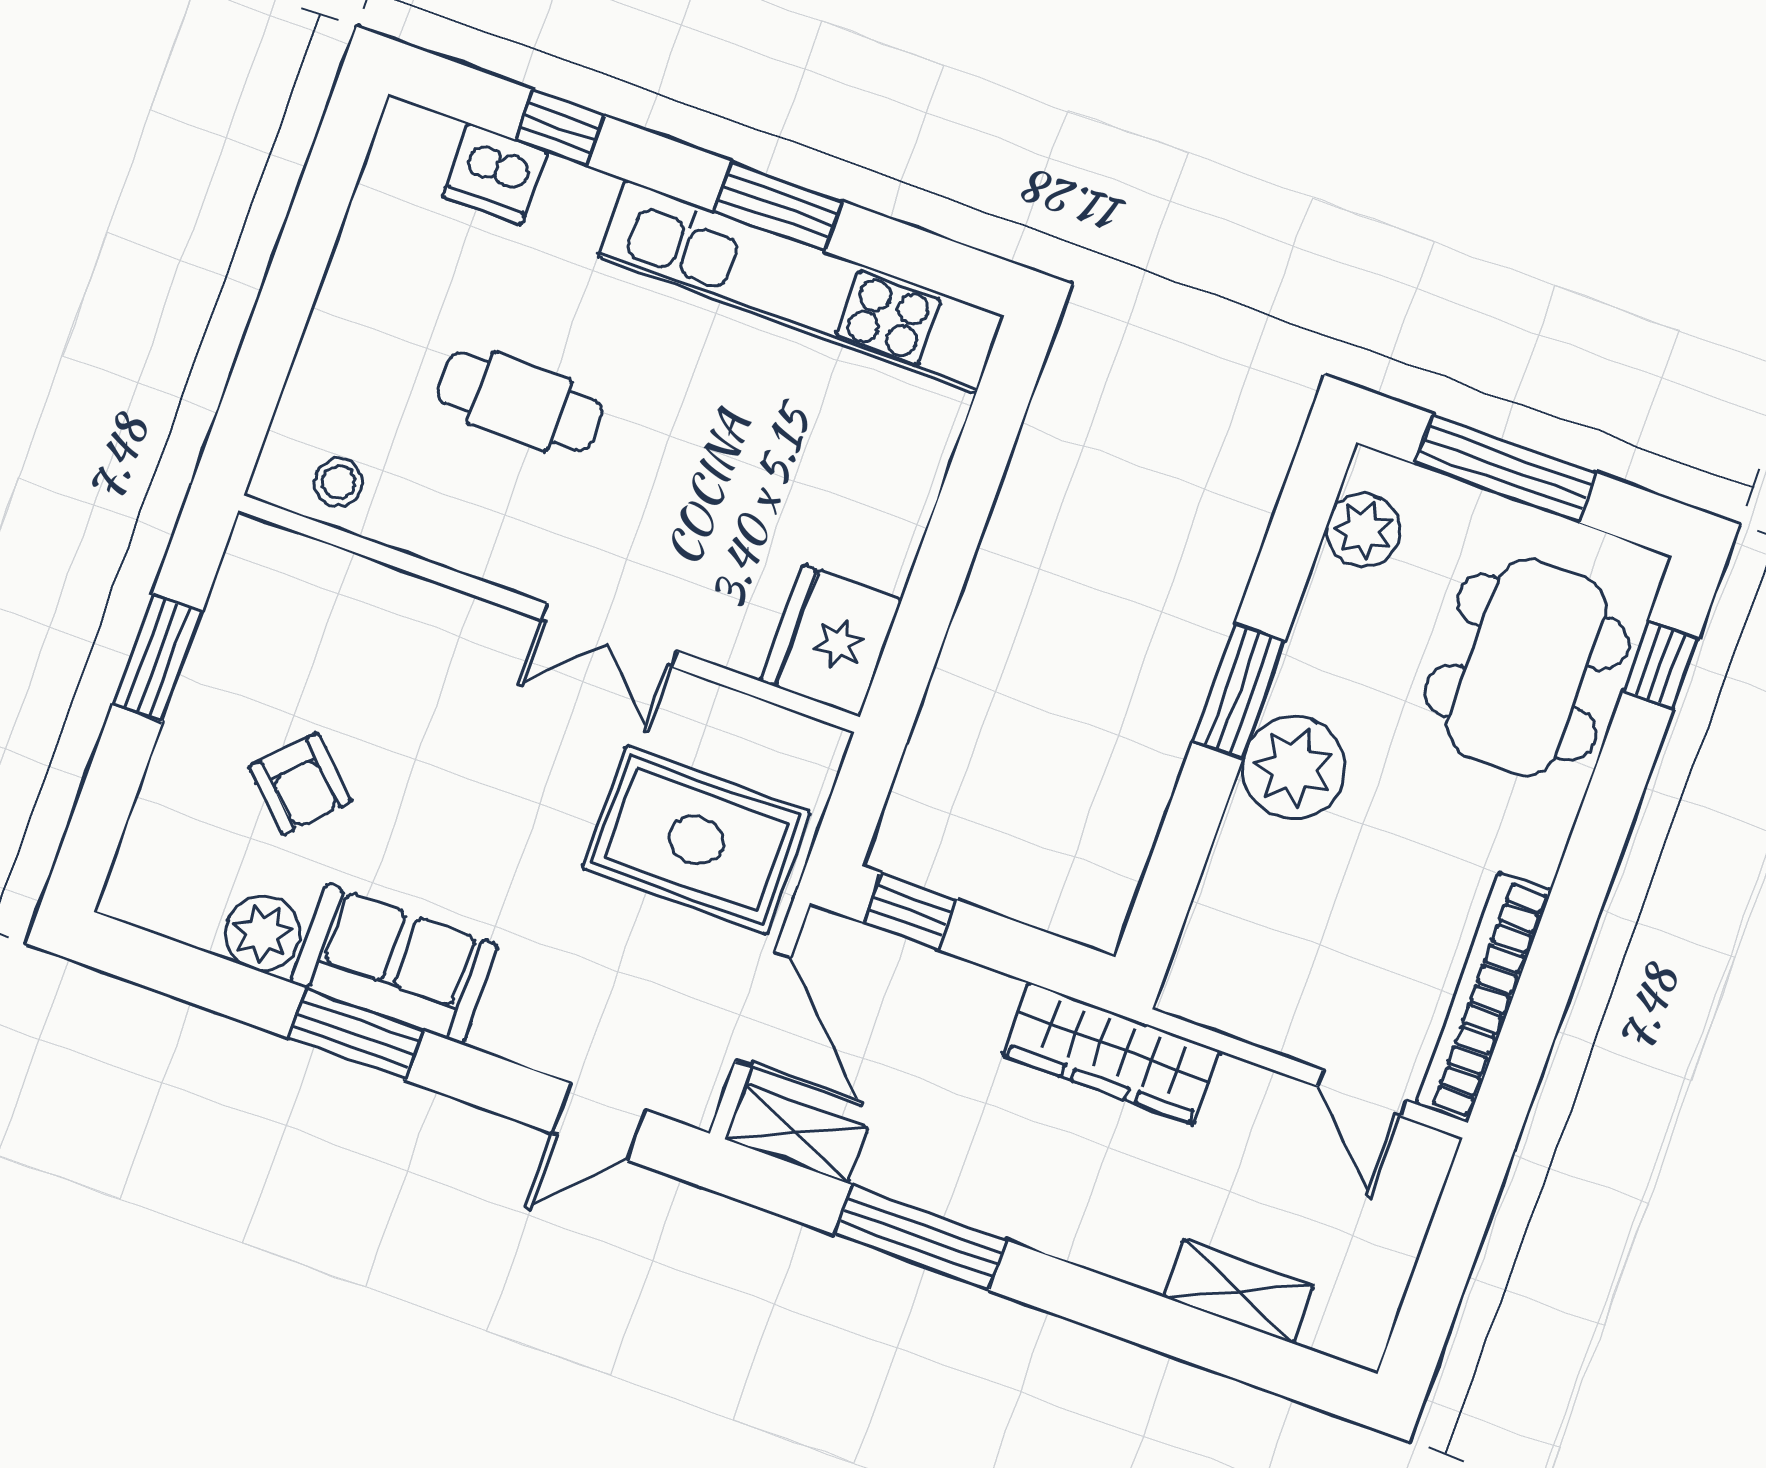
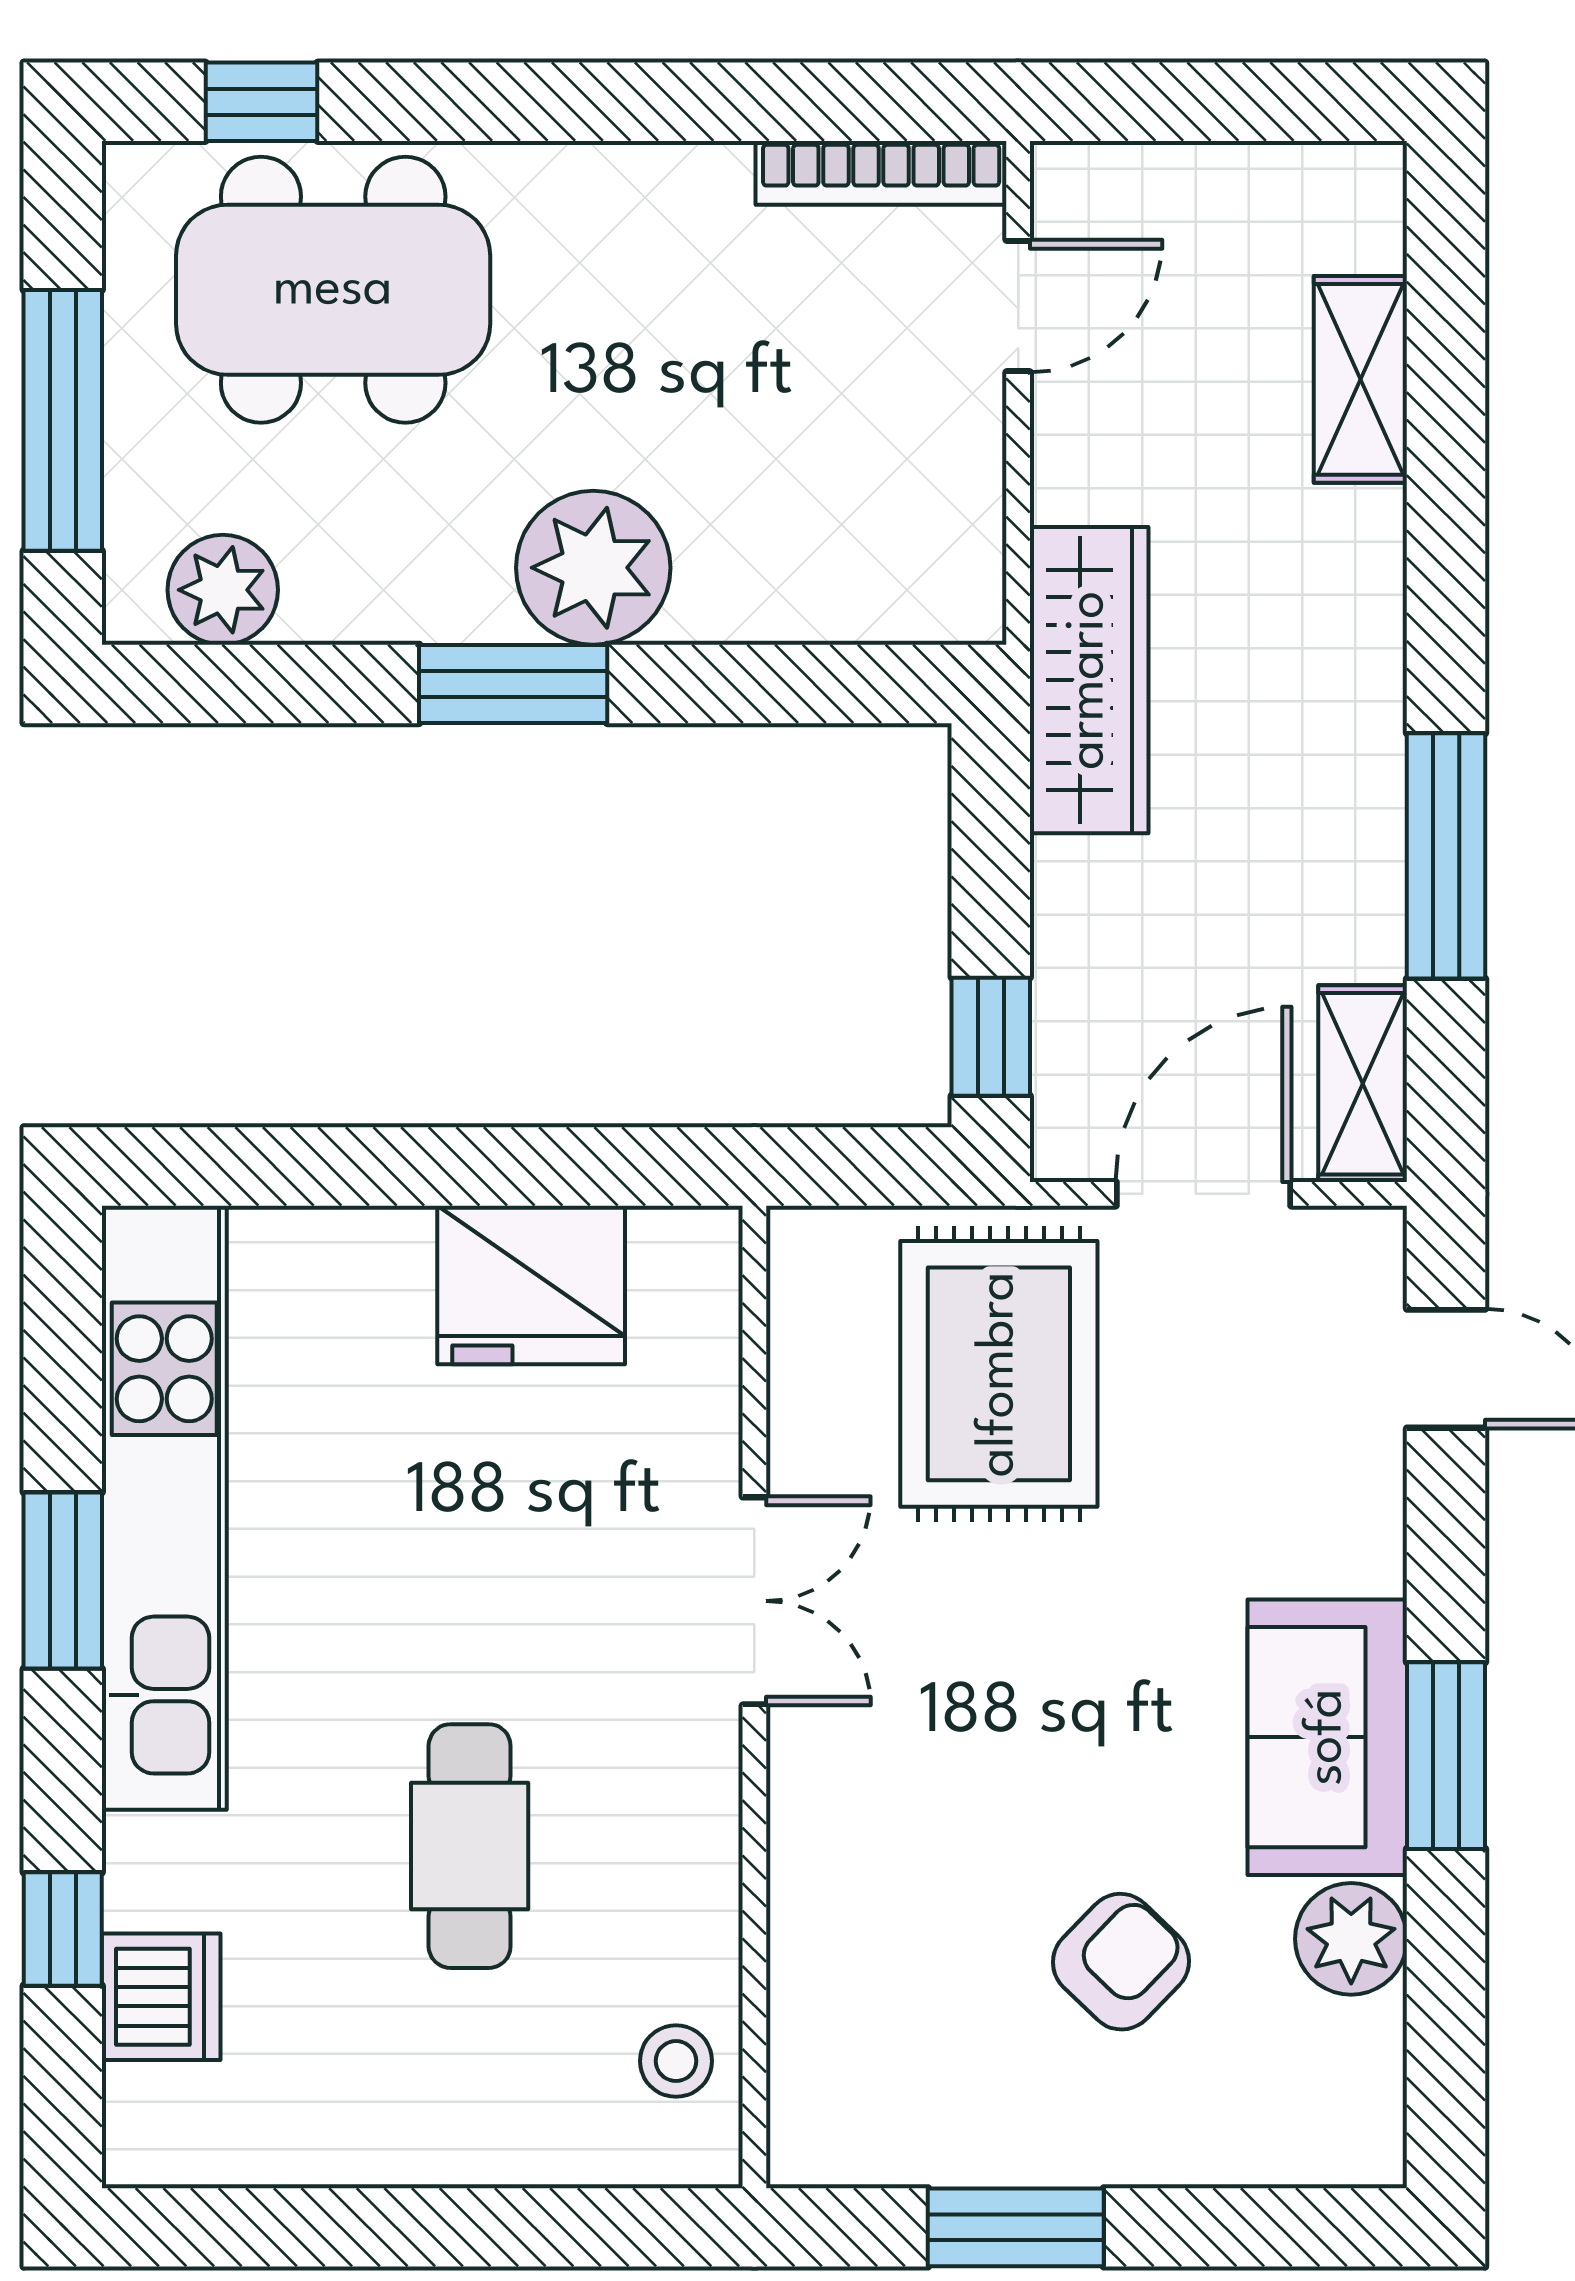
fridge: (831, 641) -> (531, 1285), moved
bookcase: (1483, 997) -> (881, 173), width x0.68, depth x0.76

